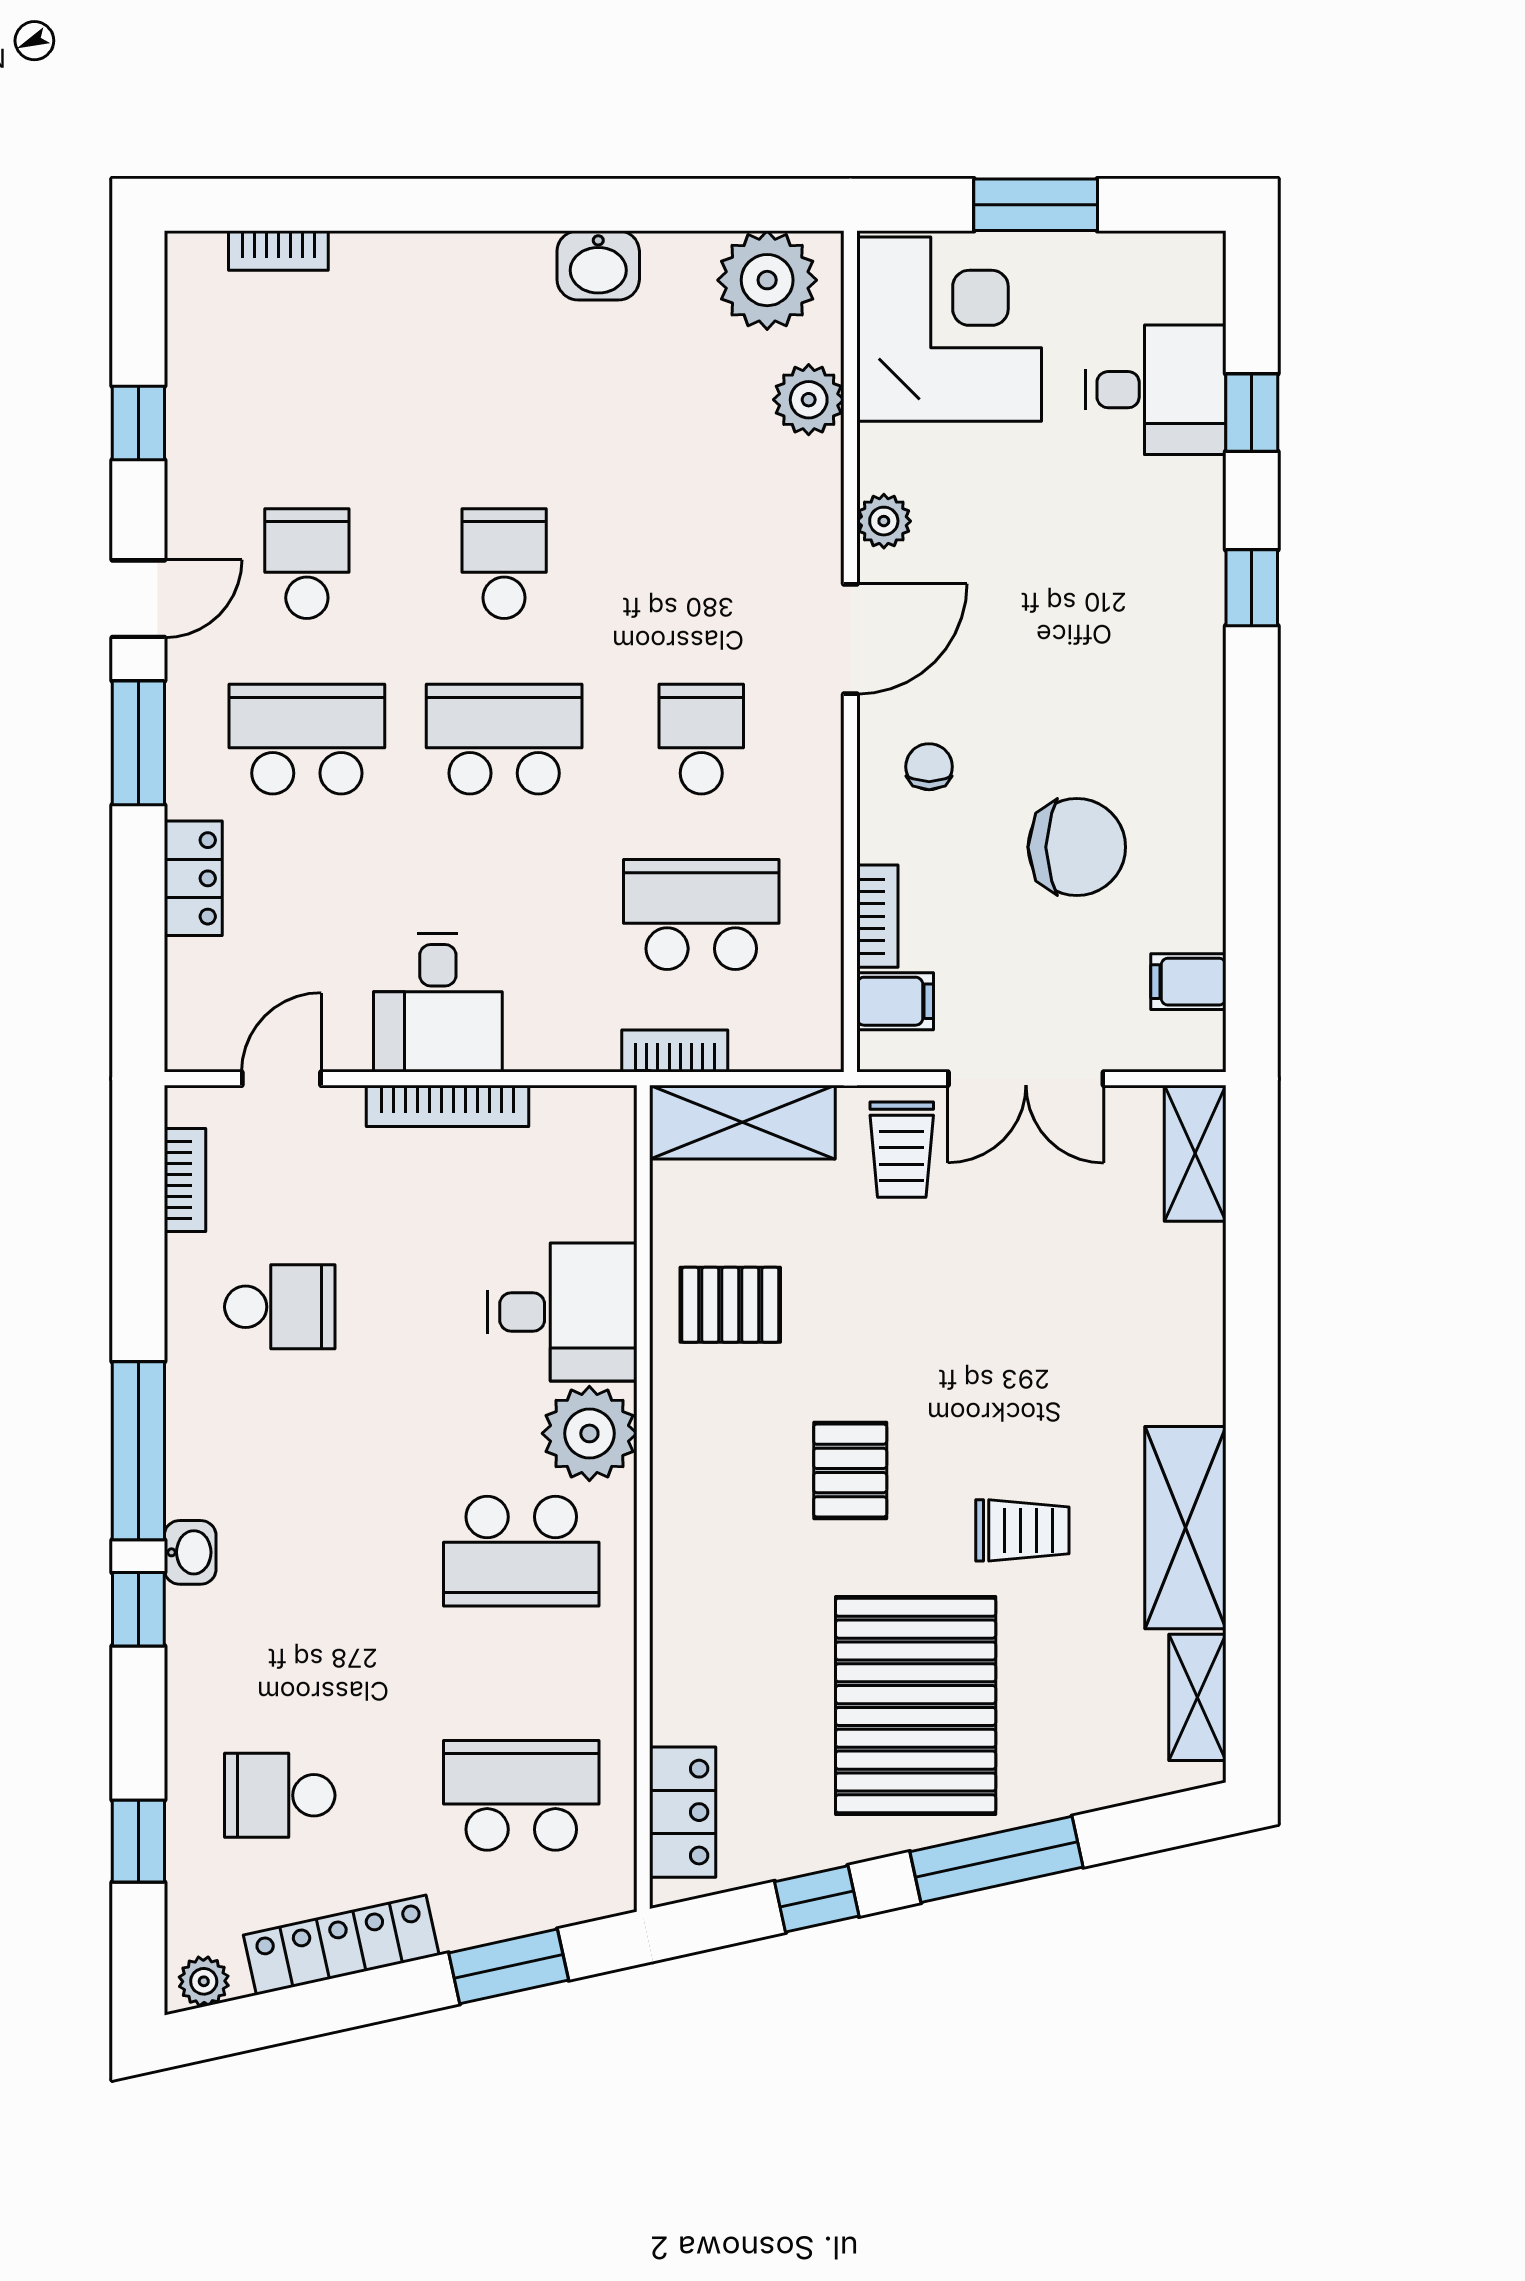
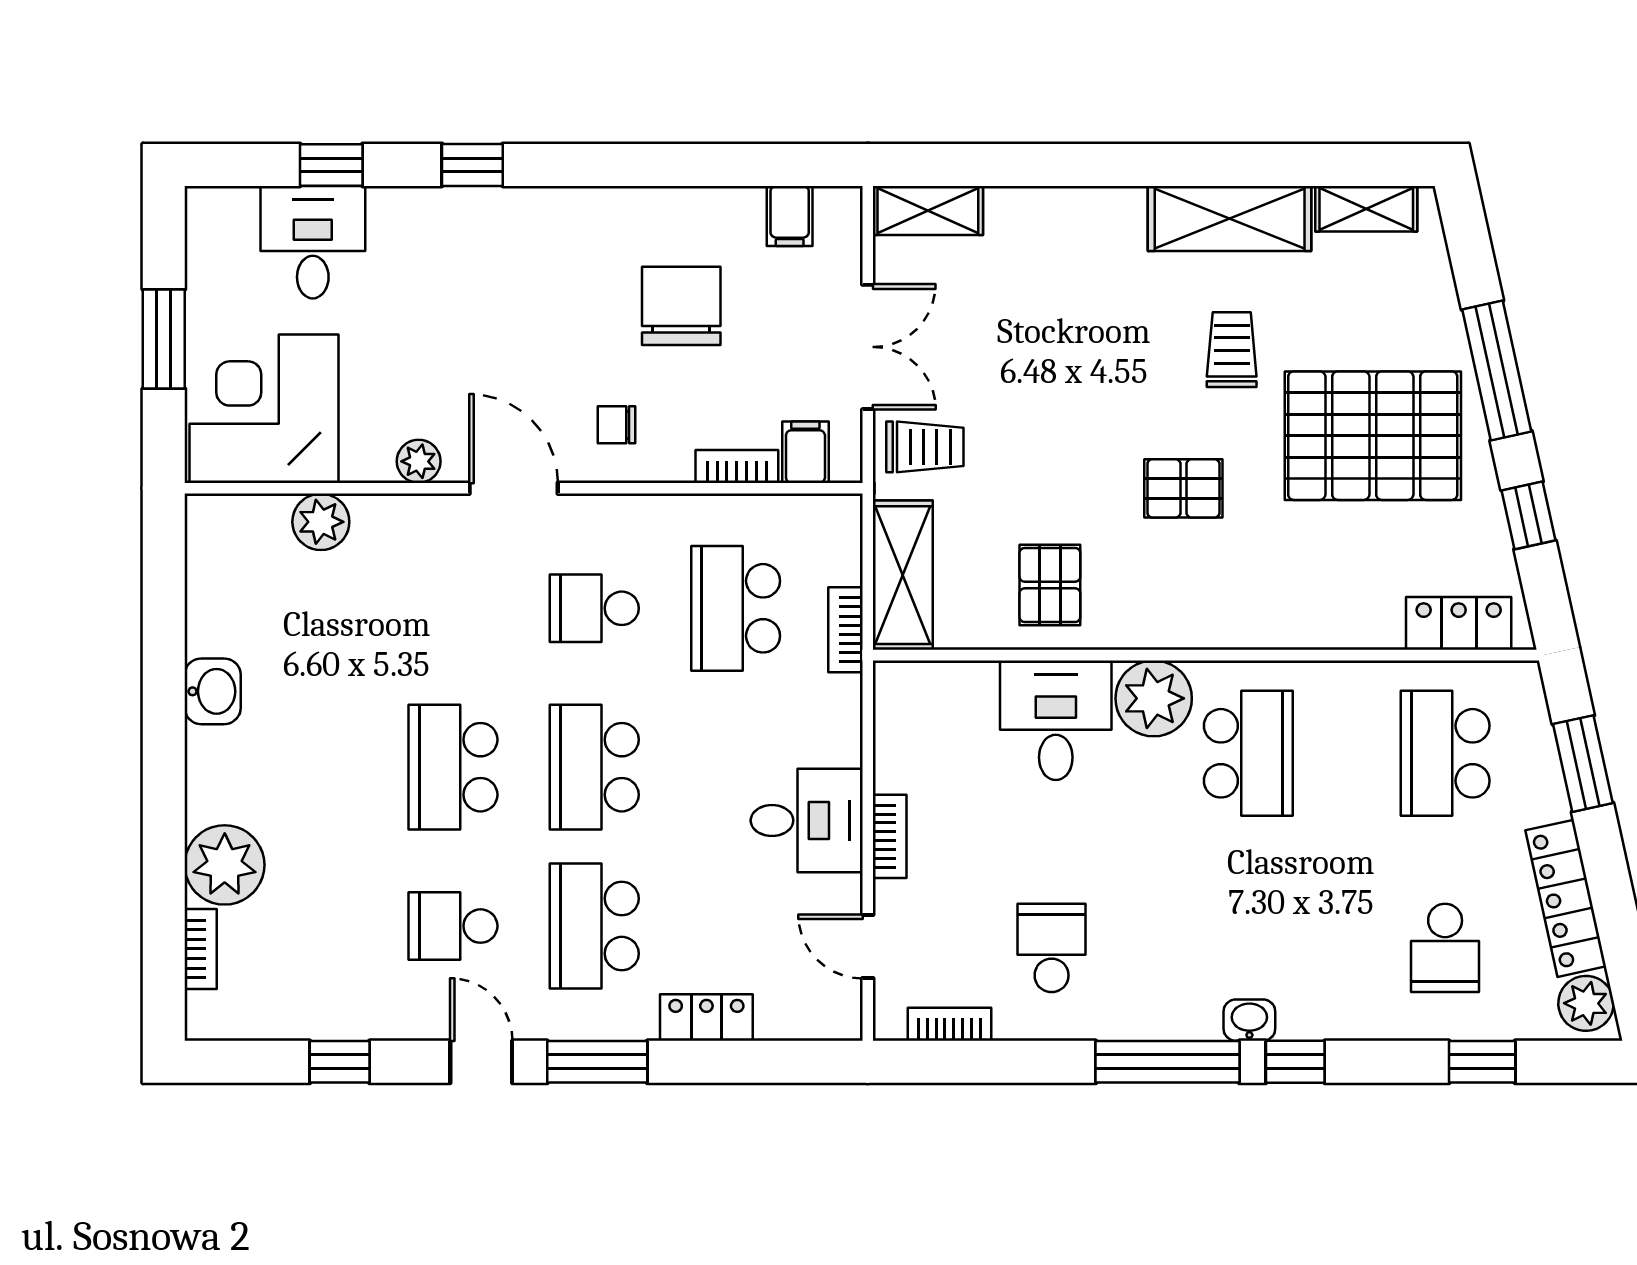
plant: (767, 280) -> (225, 865), moved
school desk: (504, 564) -> (453, 767), width x1.85
bookcase: (447, 1106) -> (890, 836), width x0.64
plant: (204, 1981) -> (1586, 1003), width x1.38, depth x1.38

